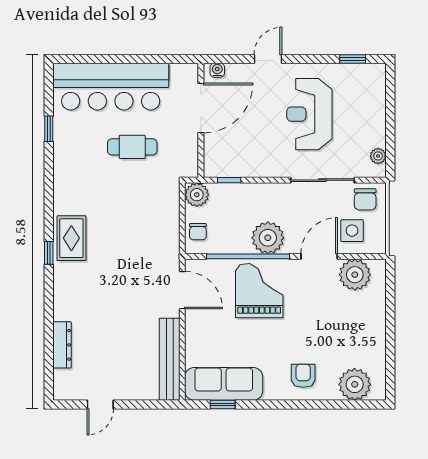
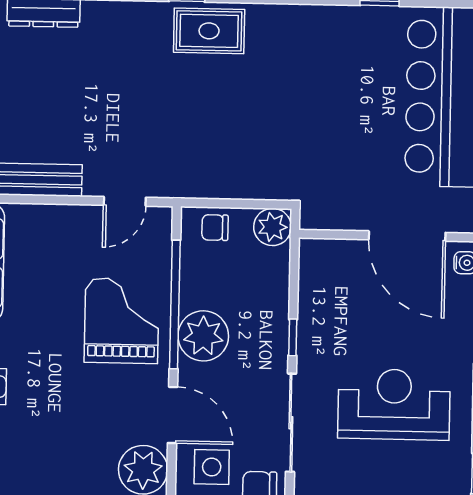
cafe table: (132, 147) -> (349, 128), removed
window: (229, 180) -> (293, 337), moved
door: (182, 290) -> (125, 201), width x0.73
grand piano: (259, 291) -> (122, 321), turned -90

